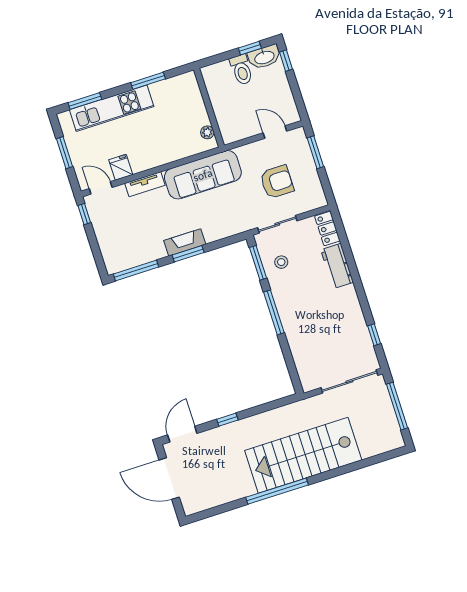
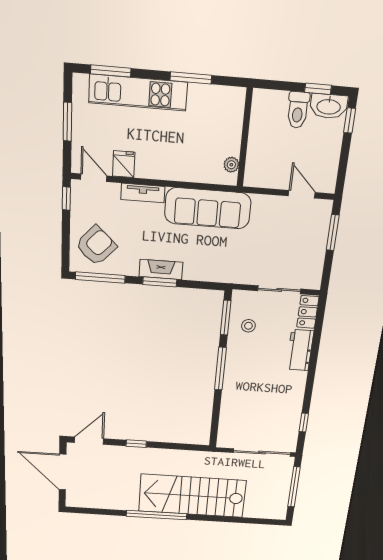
armchair: (277, 182) -> (96, 246), moved, turned -47
sliding door: (277, 224) -> (279, 290), moved

